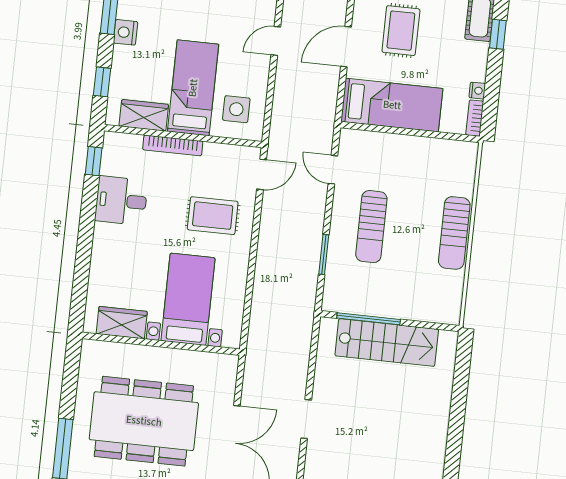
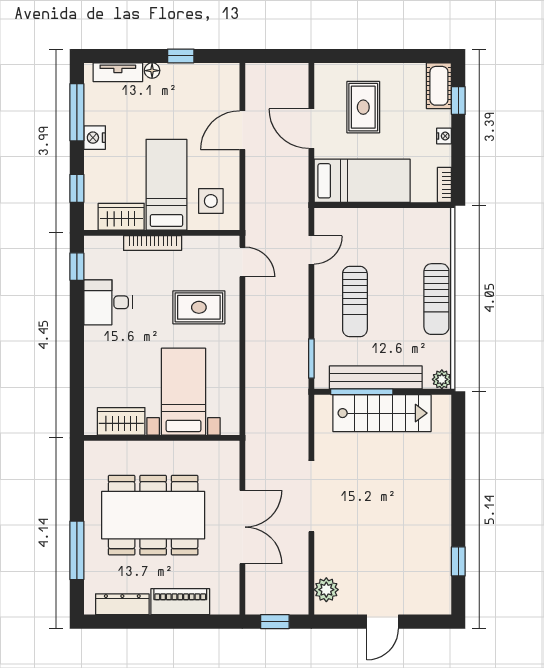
door: (276, 41) -> (242, 130), width x1.38
door: (346, 47) -> (311, 129), hinge flipped
nightstand: (477, 91) -> (444, 136), moved
door: (333, 170) -> (311, 250), swing flipped
door: (262, 174) -> (242, 262), hinge flipped
window: (324, 255) -> (311, 358), moved
bench: (384, 306) -> (376, 377), added
plant: (451, 315) -> (442, 379), added
doorway: (306, 419) -> (311, 496), width x1.87

